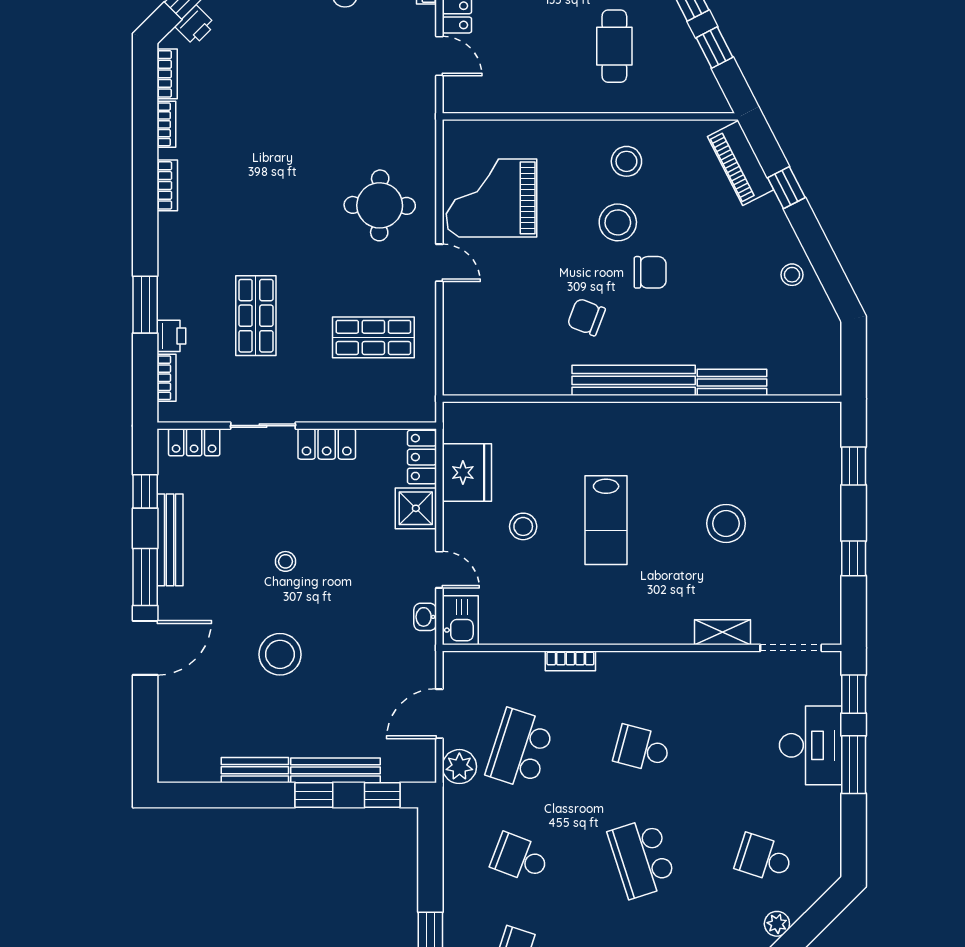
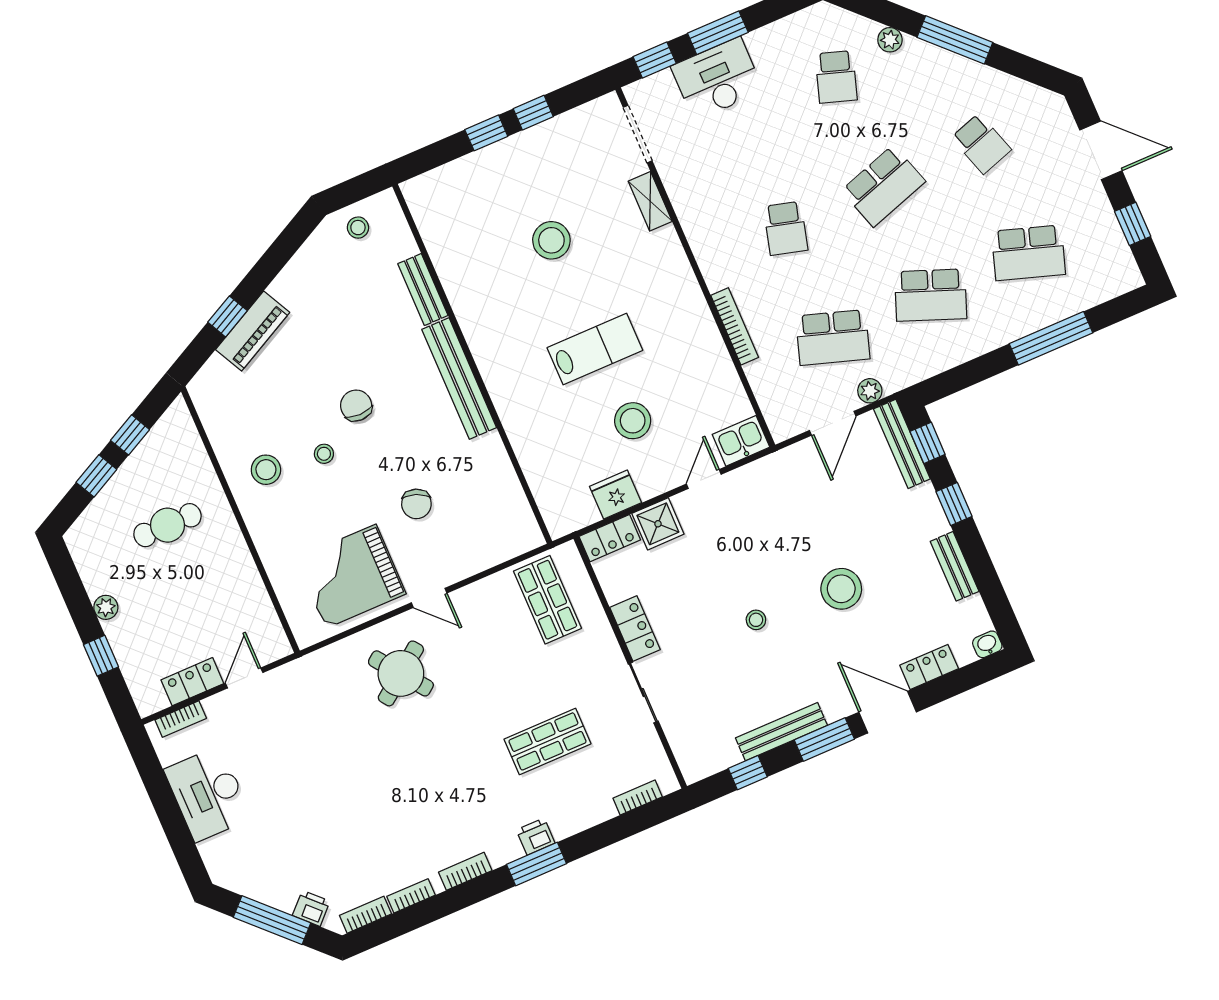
piano: (741, 163) -> (253, 331), moved
grand piano: (491, 198) -> (351, 576), turned 90
round table: (380, 205) -> (401, 673), turned -38
stool: (618, 222) -> (324, 454), width x0.53, depth x0.53
door: (439, 263) -> (429, 598), swing flipped
stool: (792, 275) -> (358, 228), moved
window: (145, 305) -> (536, 864), moved
chair: (586, 317) -> (416, 504), moved
printer: (171, 336) -> (536, 836), moved
shop shelf: (373, 337) -> (547, 600), moved
locker: (194, 442) -> (929, 667), moved, turned -90
window: (854, 466) -> (486, 133), moved
fridge: (467, 473) -> (615, 495), width x0.73, depth x0.75
stool: (523, 526) -> (633, 421), width x1.38, depth x1.38
washbasin: (425, 617) -> (987, 644), moved, turned 180
bookcase: (570, 661) -> (735, 326), width x1.56
door: (439, 714) -> (833, 423), hinge flipped
plant: (459, 767) -> (870, 391), width x0.73, depth x0.73
bench: (335, 770) -> (902, 444), moved
school desk: (520, 858) -> (931, 295), width x1.85

